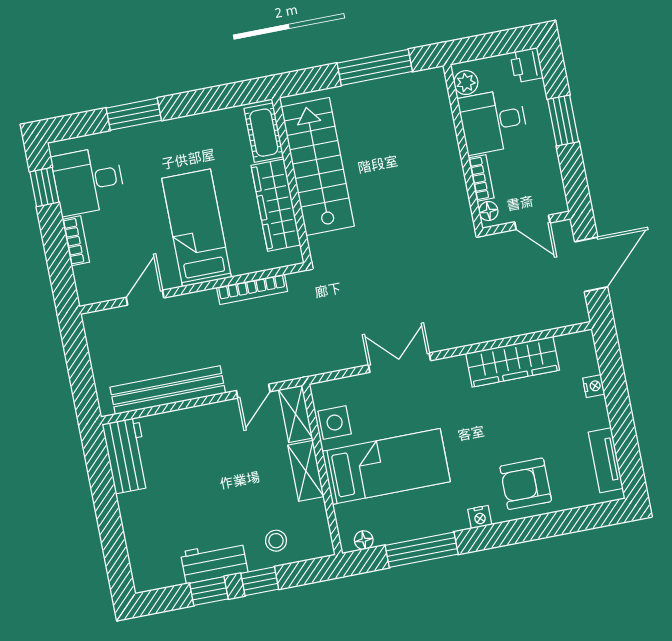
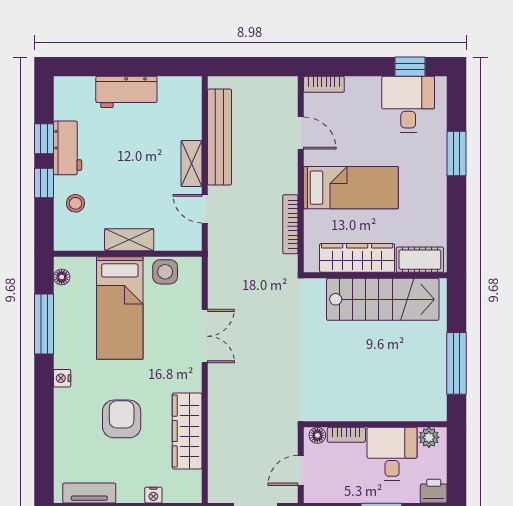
bookcase: (76, 241) -> (324, 84), moved
shelving: (296, 414) -> (191, 164), moved, turned 90
workbench: (127, 455) -> (126, 92), moved
armchair: (526, 484) -> (122, 419), moved

